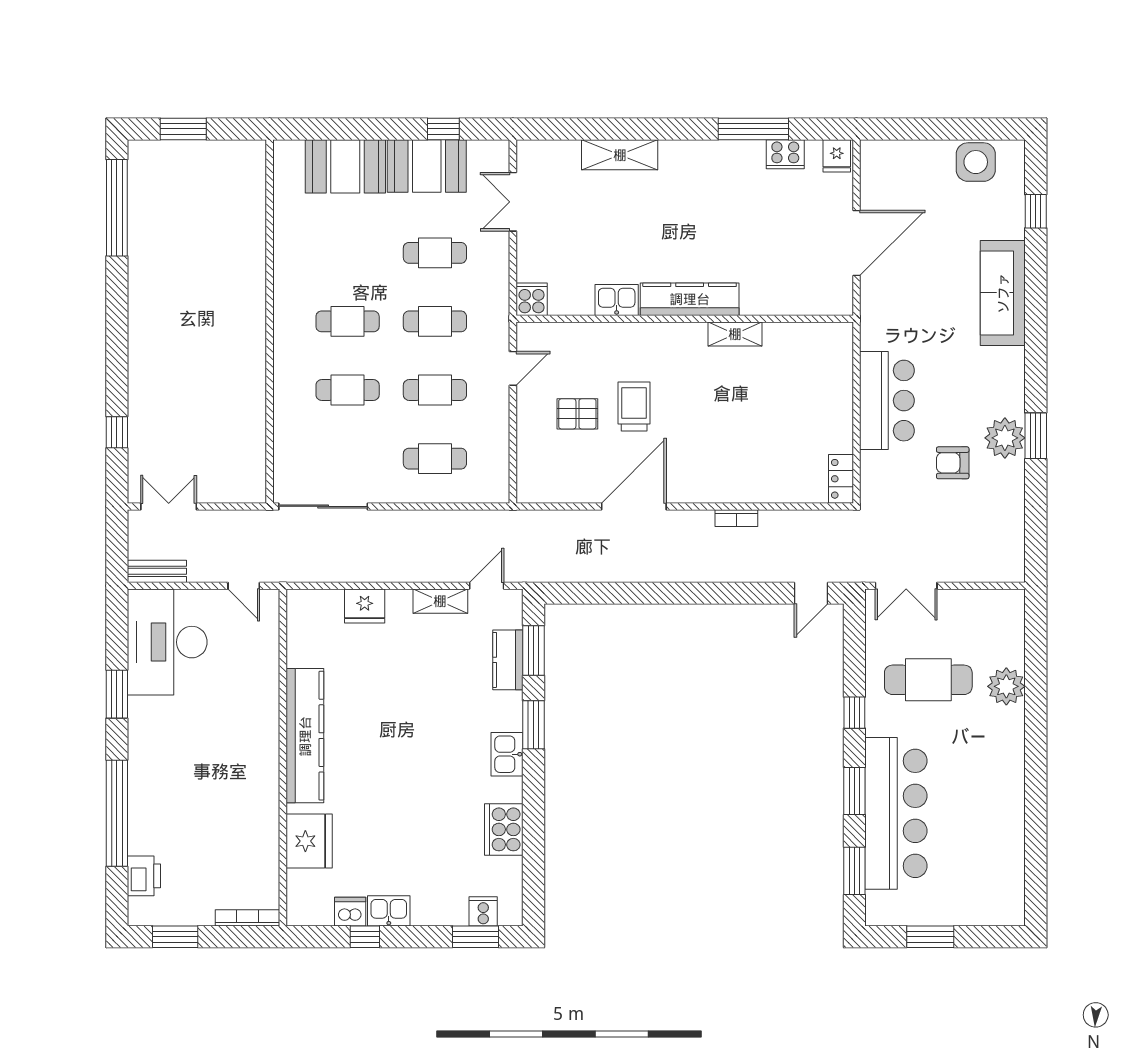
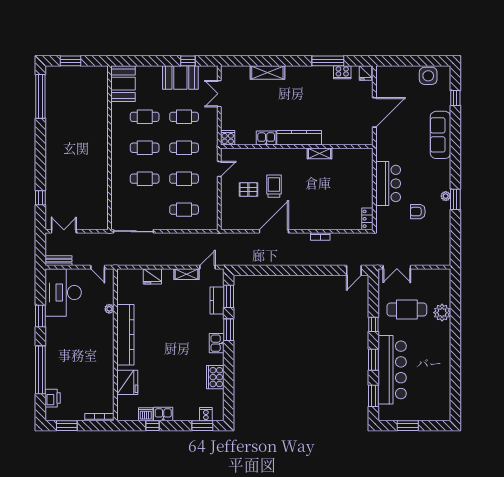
booth: (345, 166) -> (123, 84), moved, turned 90
cafe table: (348, 253) -> (145, 117), added
plant: (1005, 438) -> (446, 196), width x0.53, depth x0.53
plant: (269, 678) -> (109, 309), added

